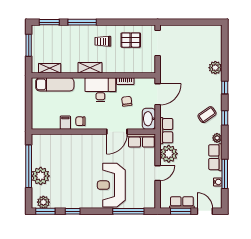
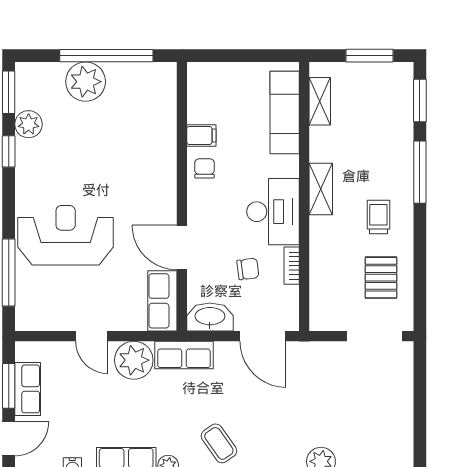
plant: (43, 202) -> (29, 124), moved

